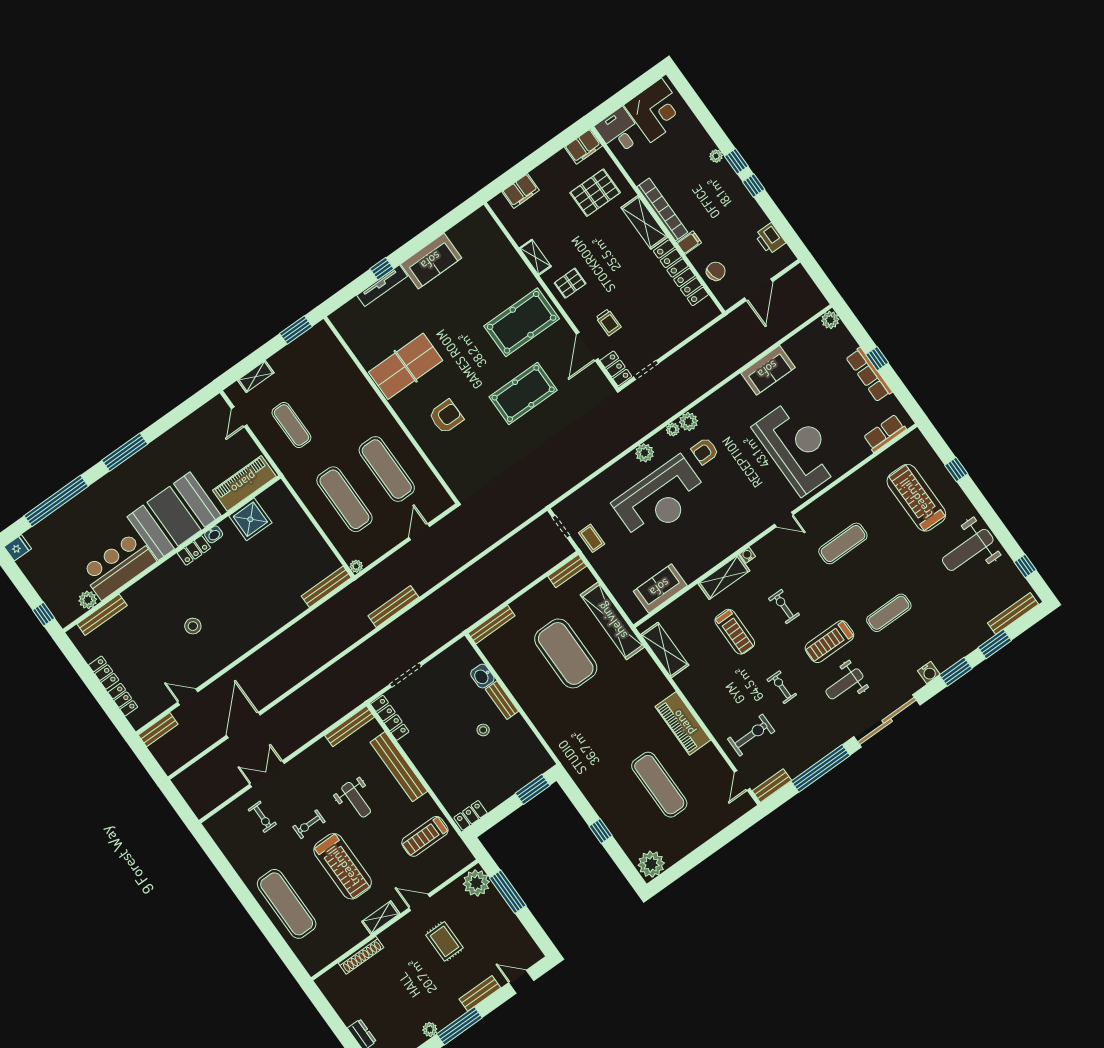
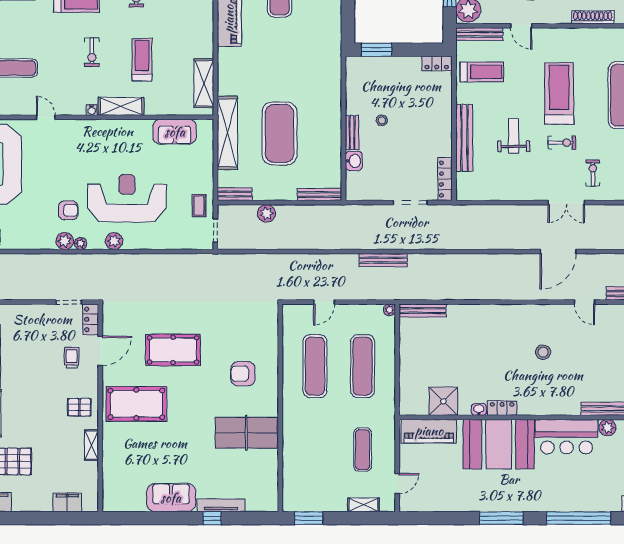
plant: (527, 574) -> (266, 213), added
bench: (350, 726) -> (479, 34), moved
shelving: (381, 918) -> (558, 35), removed

